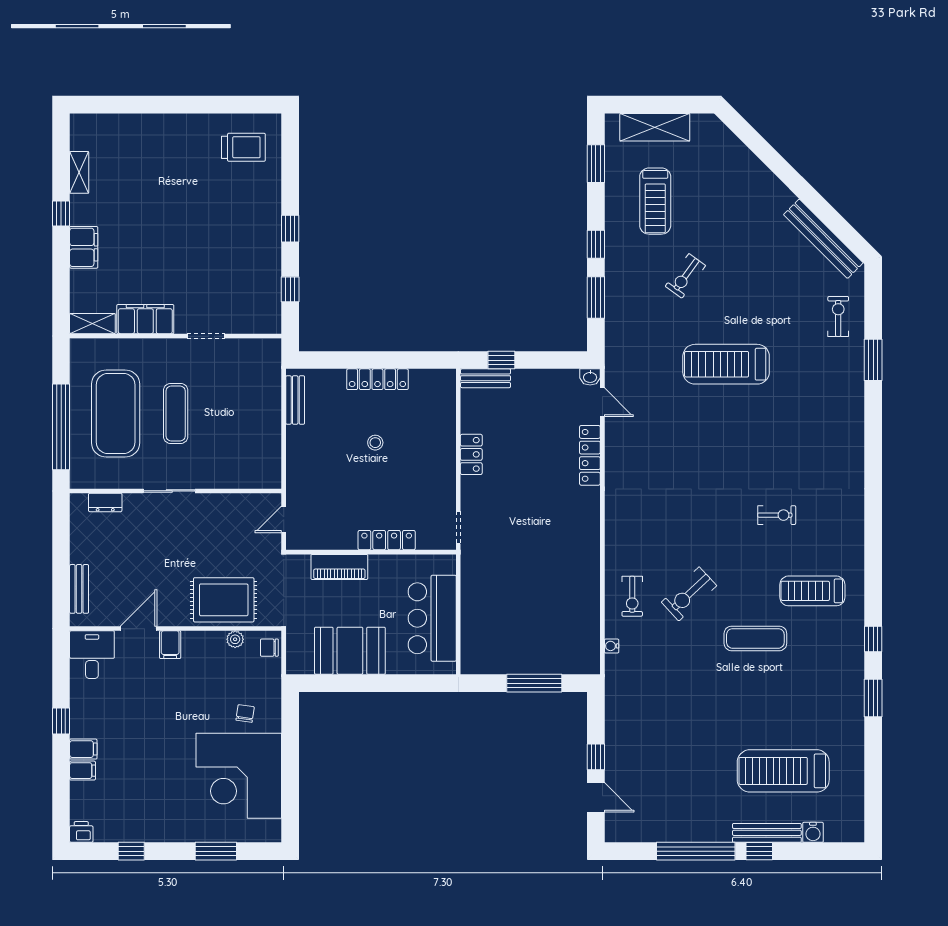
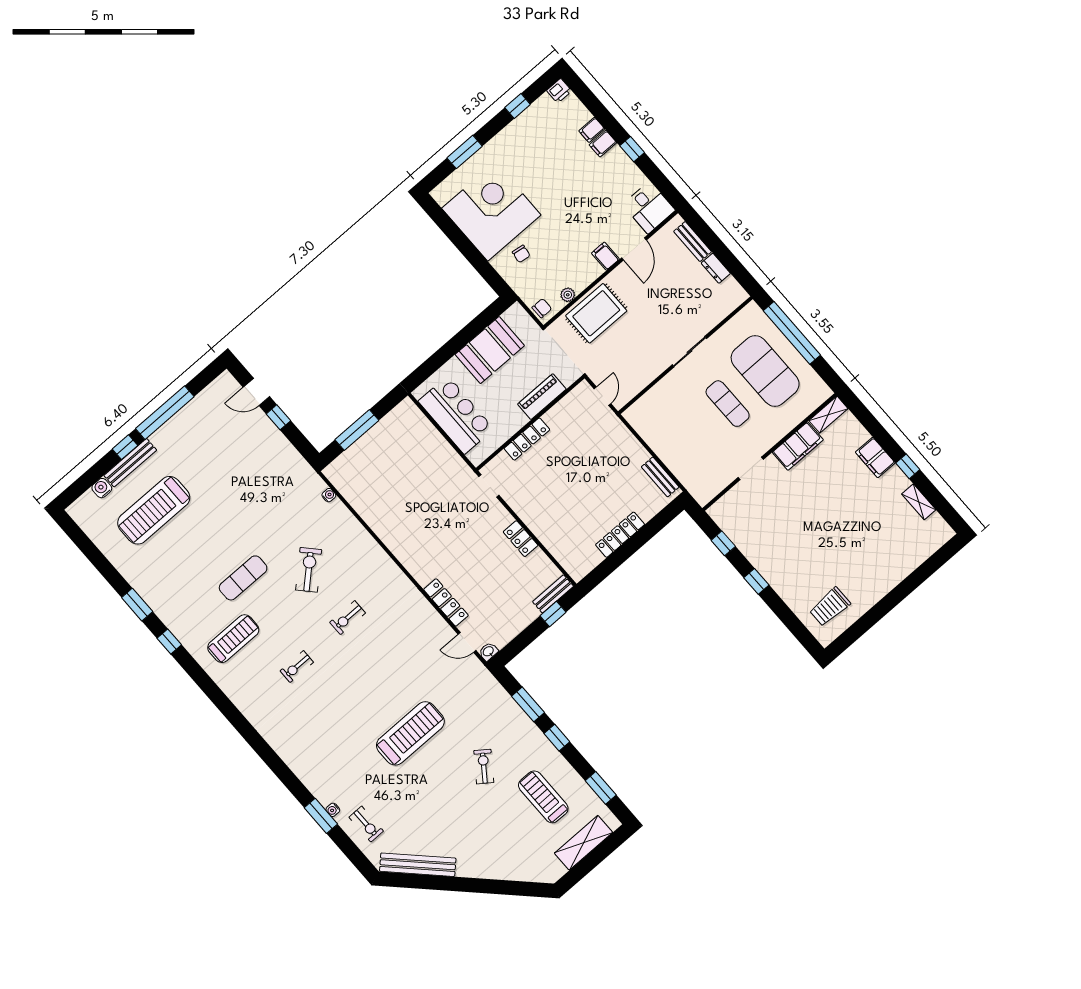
water cooler: (857, 356) -> (333, 810), added
stool: (375, 443) -> (587, 494), removed
dresser: (105, 502) -> (716, 268), moved, turned -90
exercise bike: (632, 596) -> (348, 618), moved, turned -90
treadmill: (783, 771) -> (154, 510), turned 180

